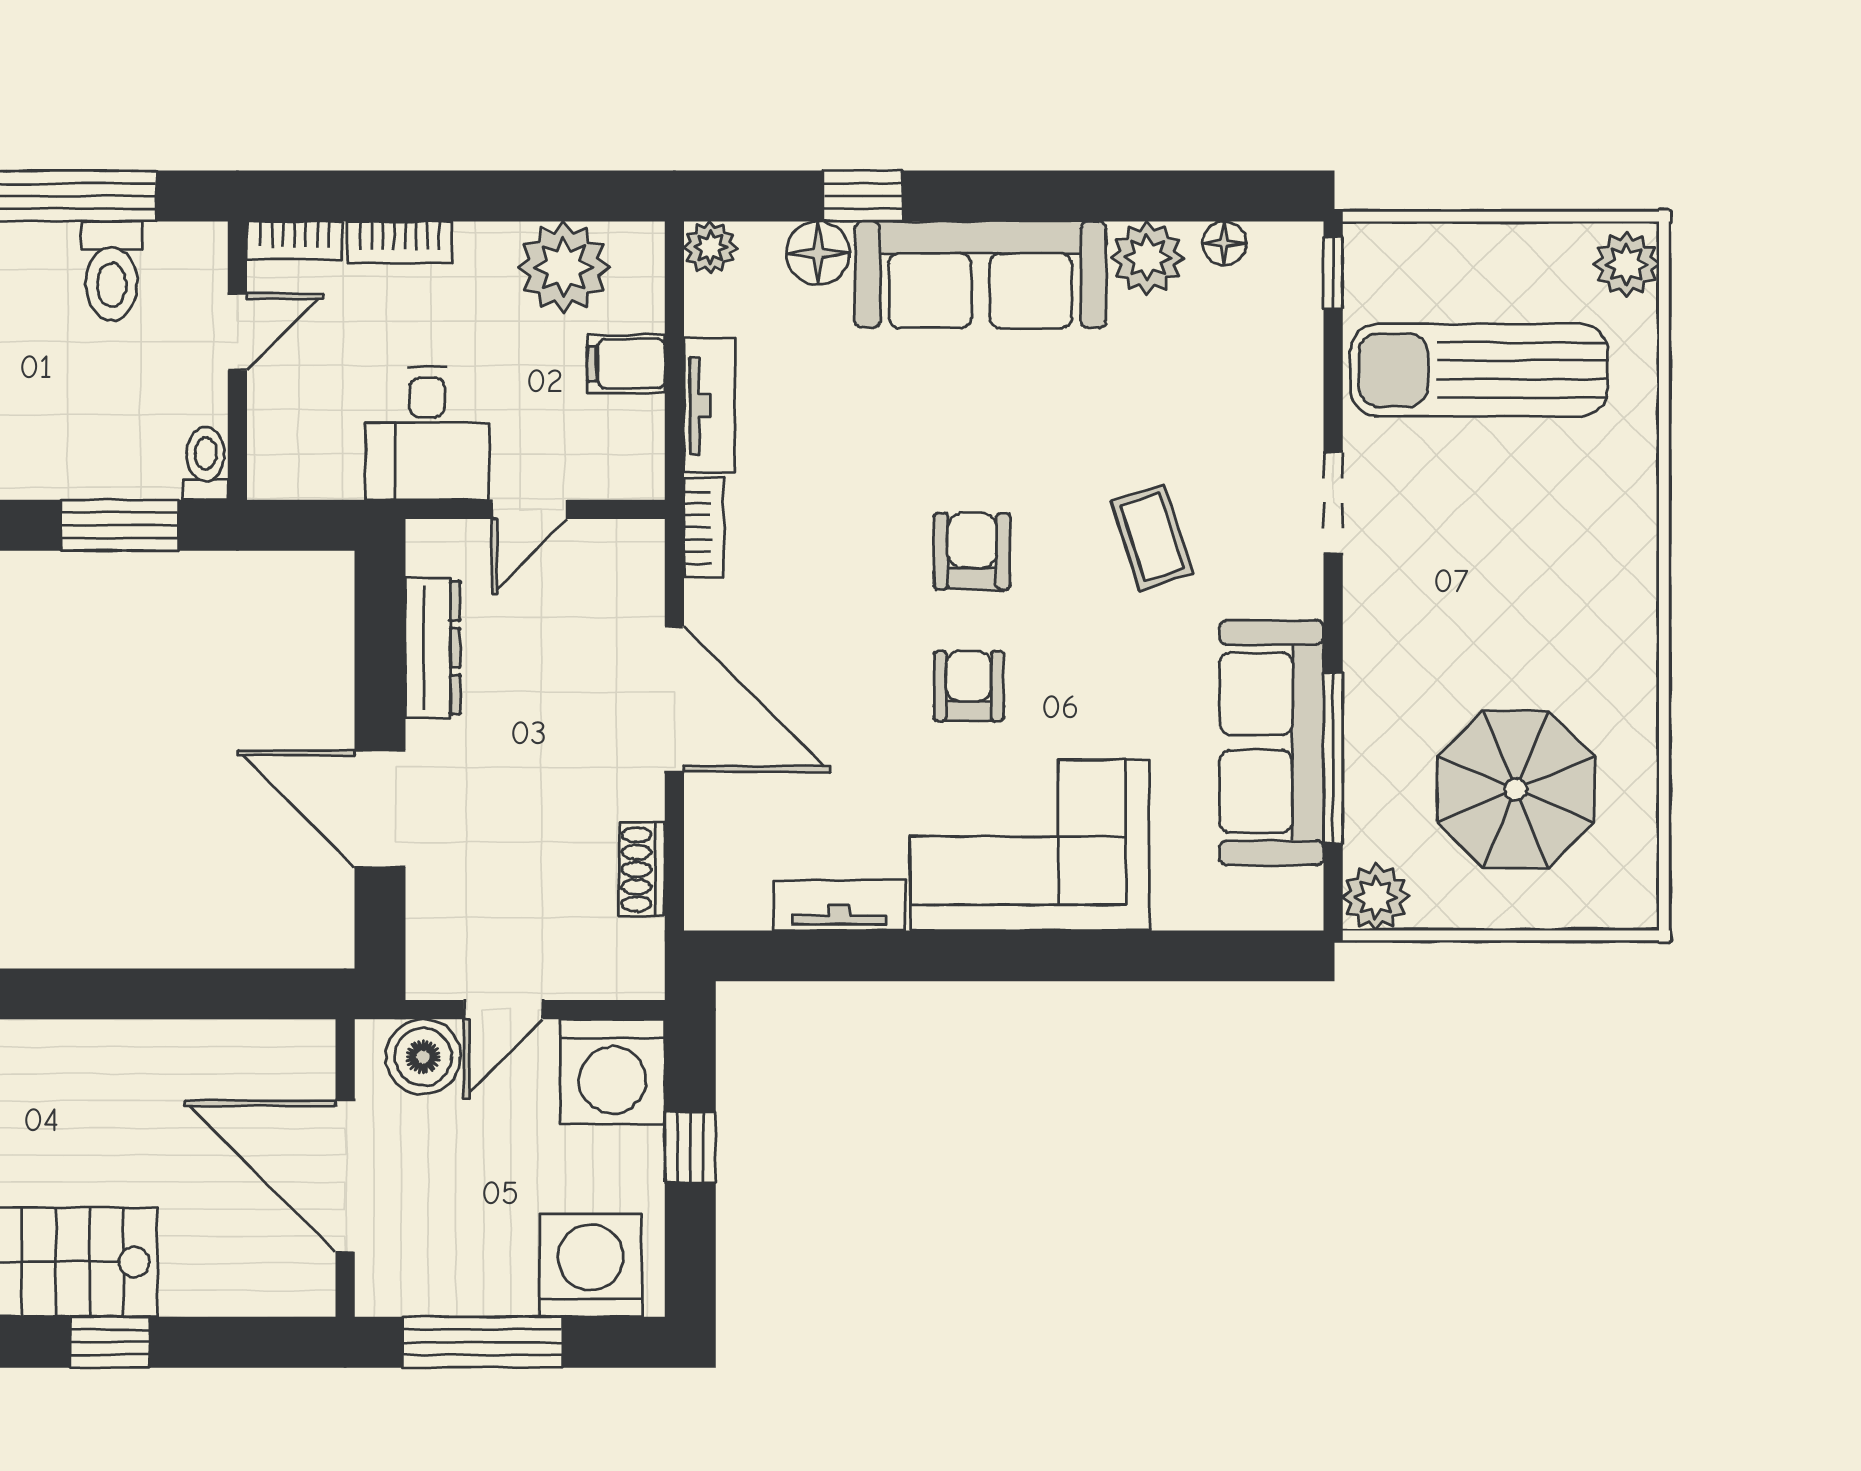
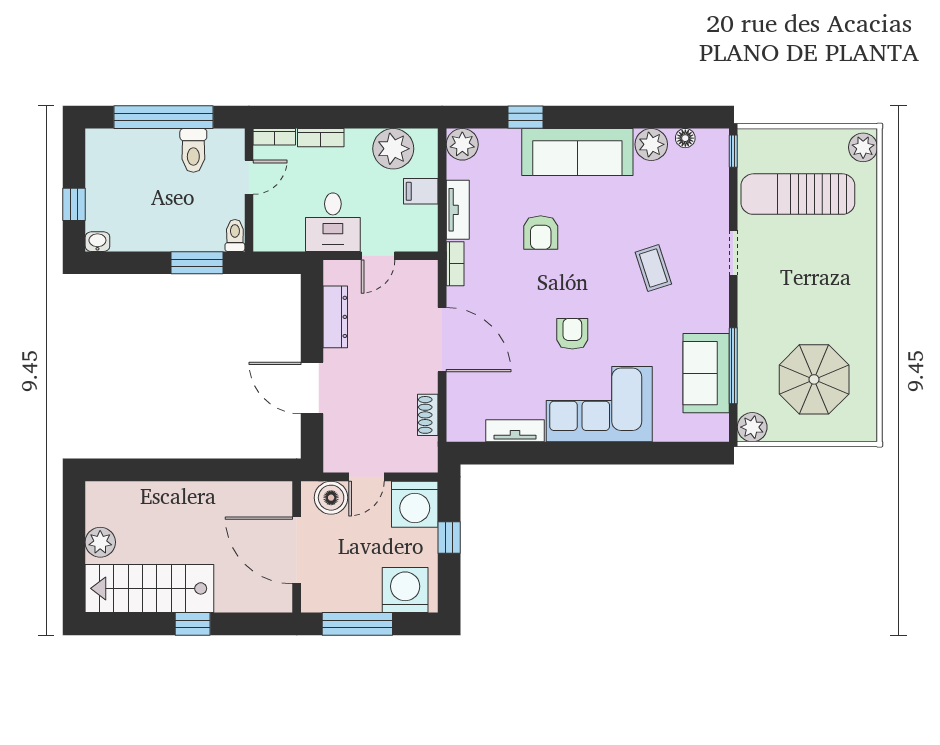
plant: (710, 247) -> (462, 144), width x1.38, depth x1.38
floor lamp: (818, 253) -> (506, 142), removed
armchair: (972, 551) -> (541, 233), moved, turned 180
sofa: (1272, 743) -> (706, 373), width x0.73

